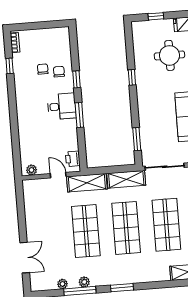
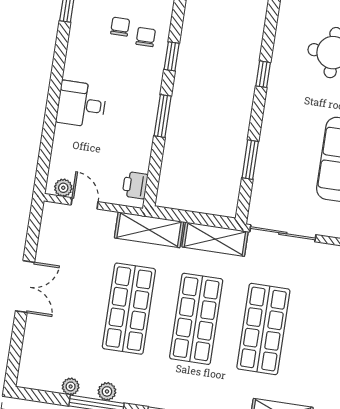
desk: (62, 106) -> (81, 104), moved, turned 180
window: (137, 139) -> (250, 160), moved
door: (58, 175) -> (85, 203), moved
double door: (25, 258) -> (25, 287), moved

